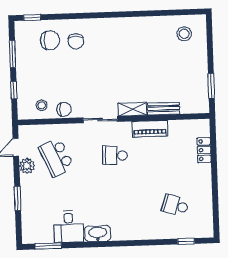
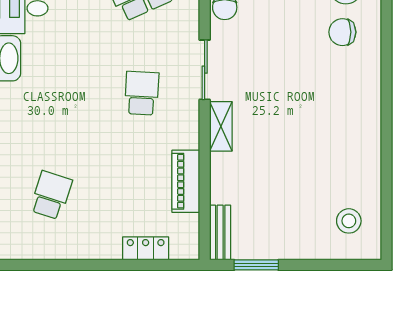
bench: (164, 109) -> (220, 233), moved
piano: (150, 129) -> (186, 181), moved

